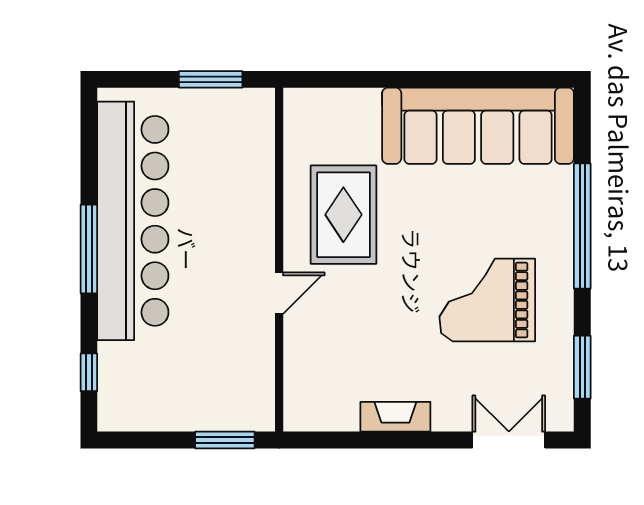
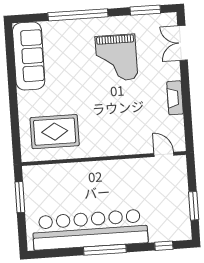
sofa: (478, 126) -> (29, 56), width x0.74, depth x0.79
rug: (343, 215) -> (55, 132), moved
door: (279, 293) -> (164, 154), moved
window: (225, 440) -> (194, 206), moved

